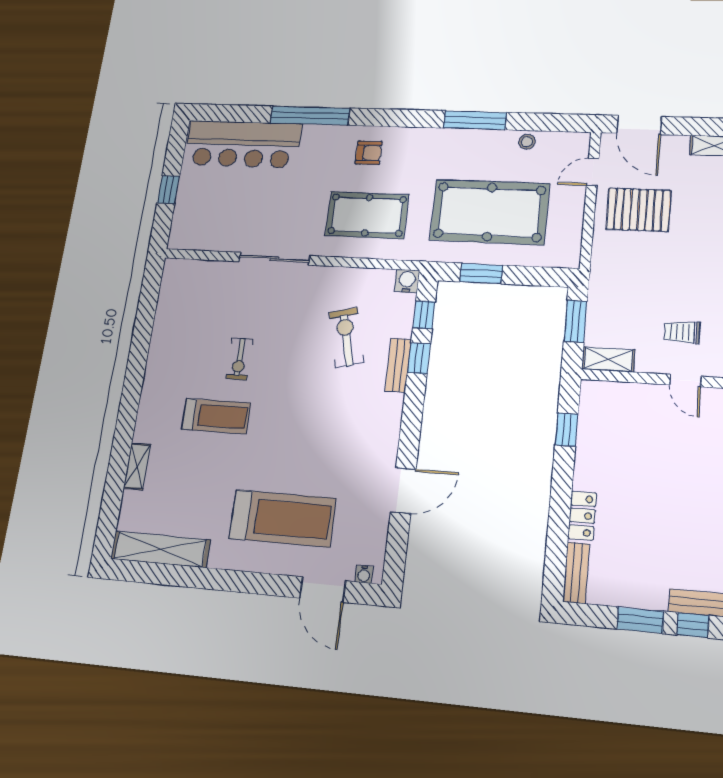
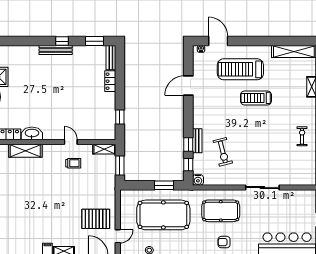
exercise bike: (239, 359) -> (302, 136), moved
treadmill: (216, 416) -> (256, 98), moved
window: (640, 620) -> (94, 41), moved

